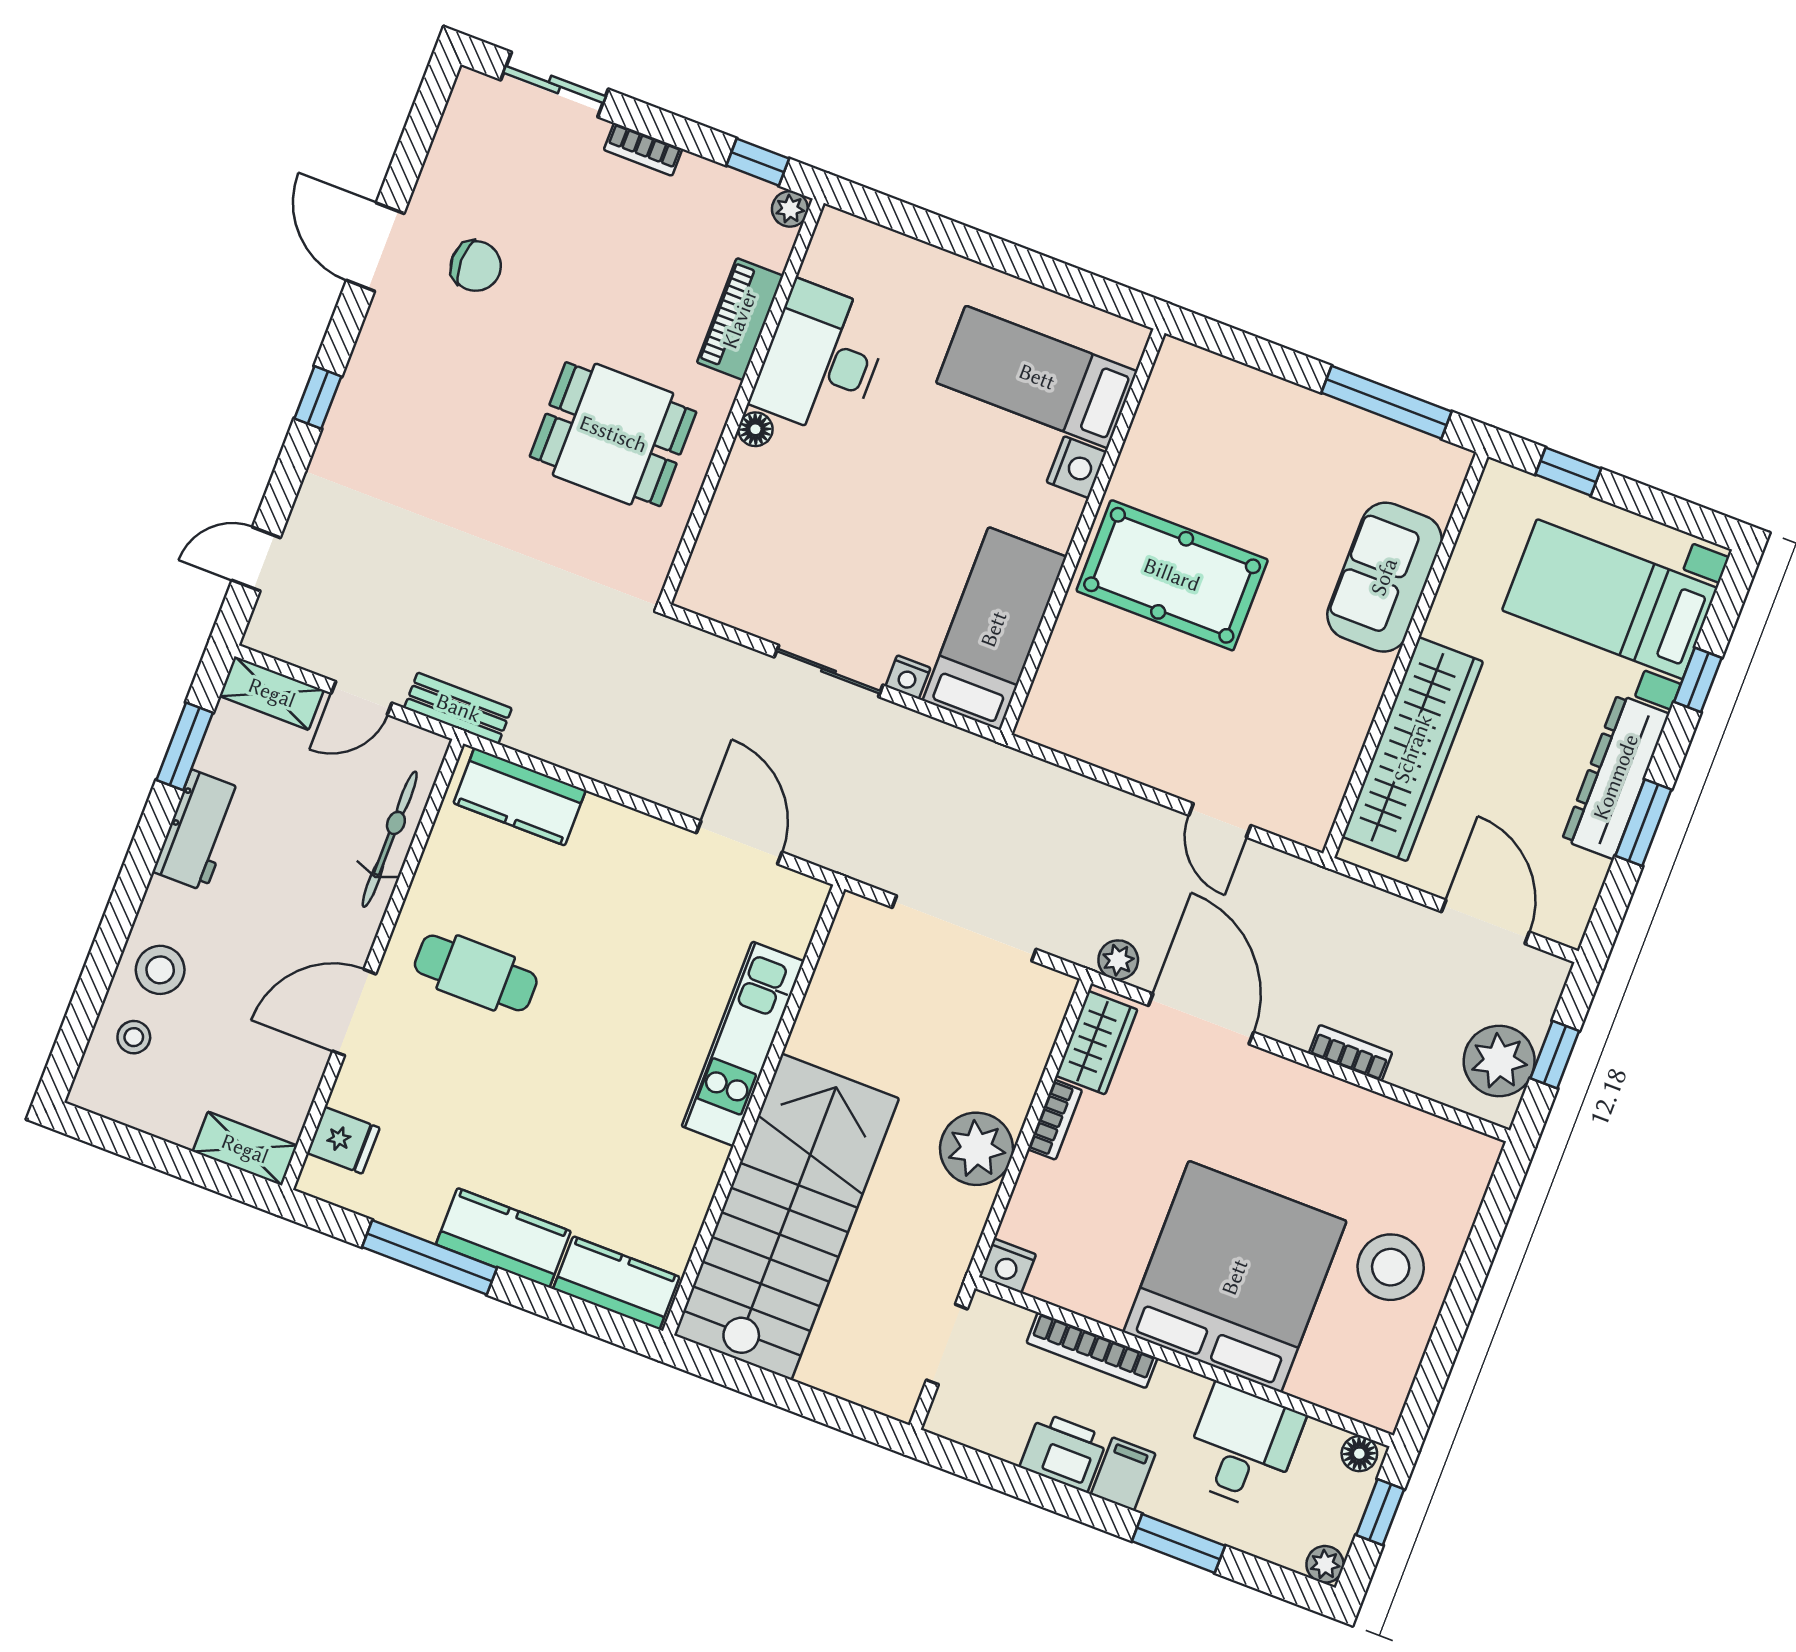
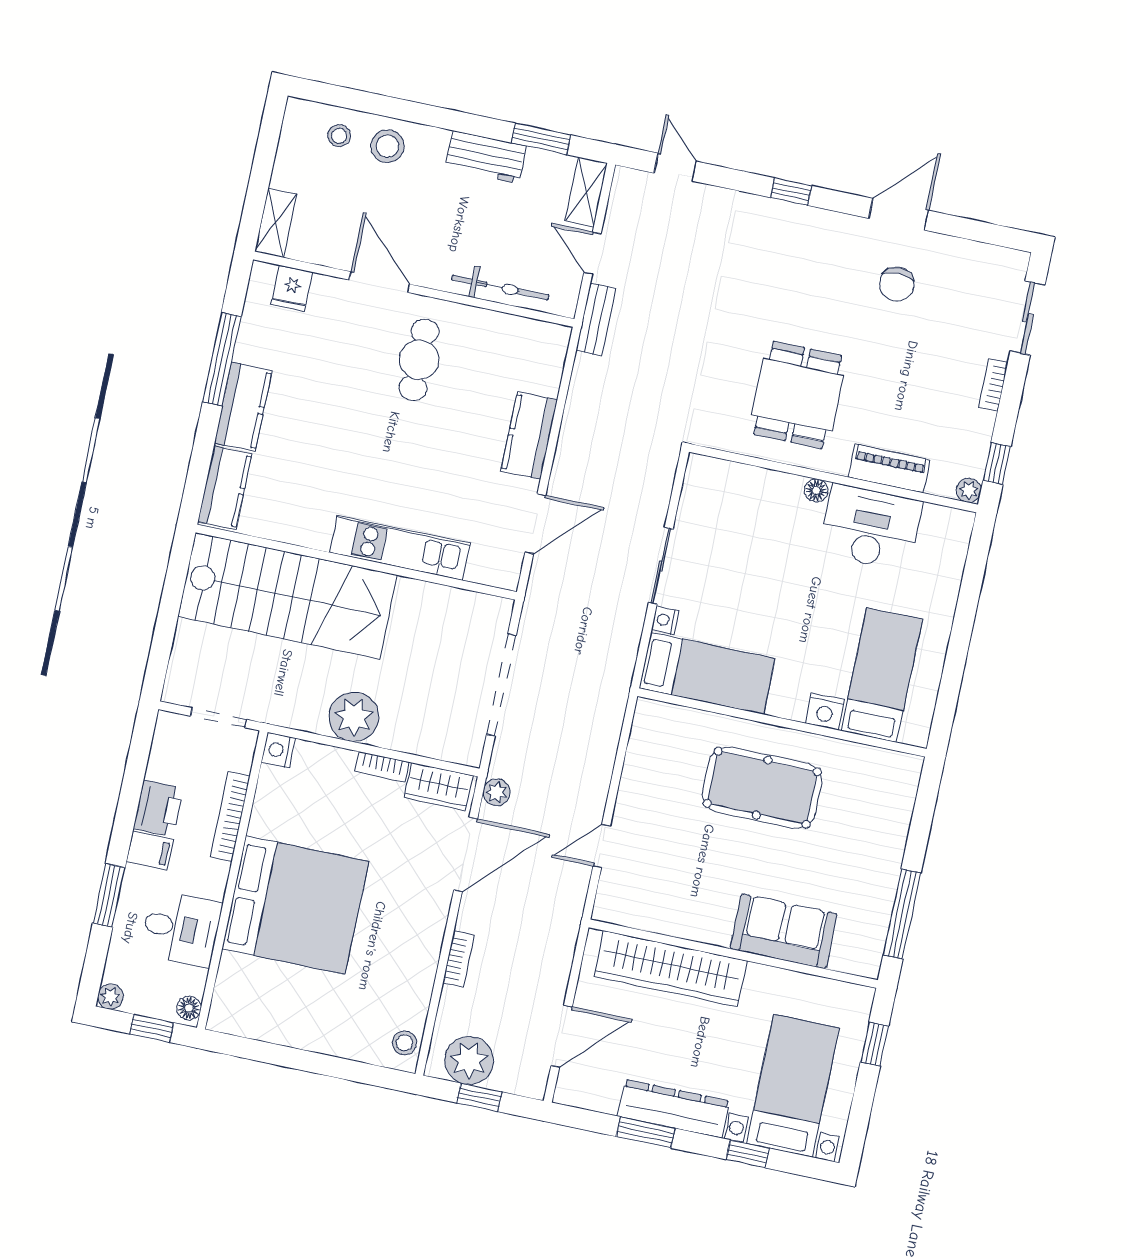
pool table: (1172, 575) -> (762, 788), turned 90
kitchen counter: (520, 797) -> (529, 435), moved
stool: (1391, 1267) -> (404, 1043), moved, width x0.53, depth x0.53

